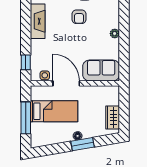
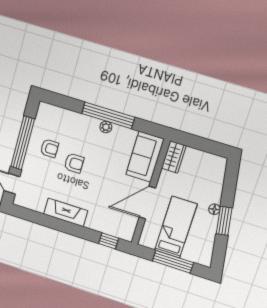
window: (124, 33) -> (108, 115), added
side table: (45, 75) -> (130, 224), removed
wardrobe: (113, 118) -> (174, 157), moved, turned -90
window: (82, 144) -> (224, 221), moved

